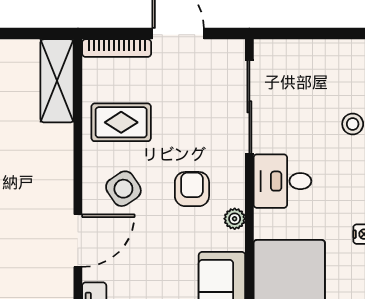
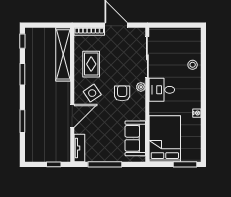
shelving: (57, 81) -> (63, 54), width x1.47
rug: (121, 122) -> (91, 64), turned 90
plant: (235, 219) -> (141, 87), moved

